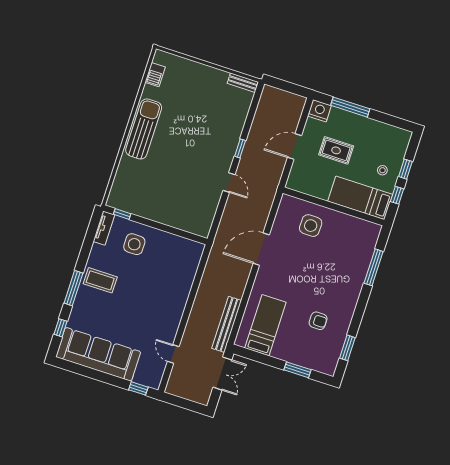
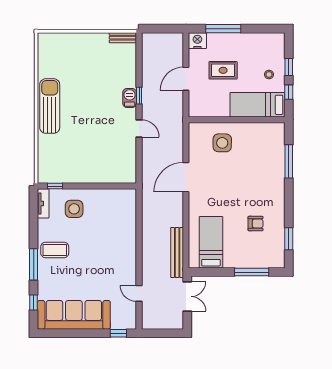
barbecue: (155, 75) -> (130, 98), moved, turned 180
window: (298, 370) -> (252, 272), width x1.44

